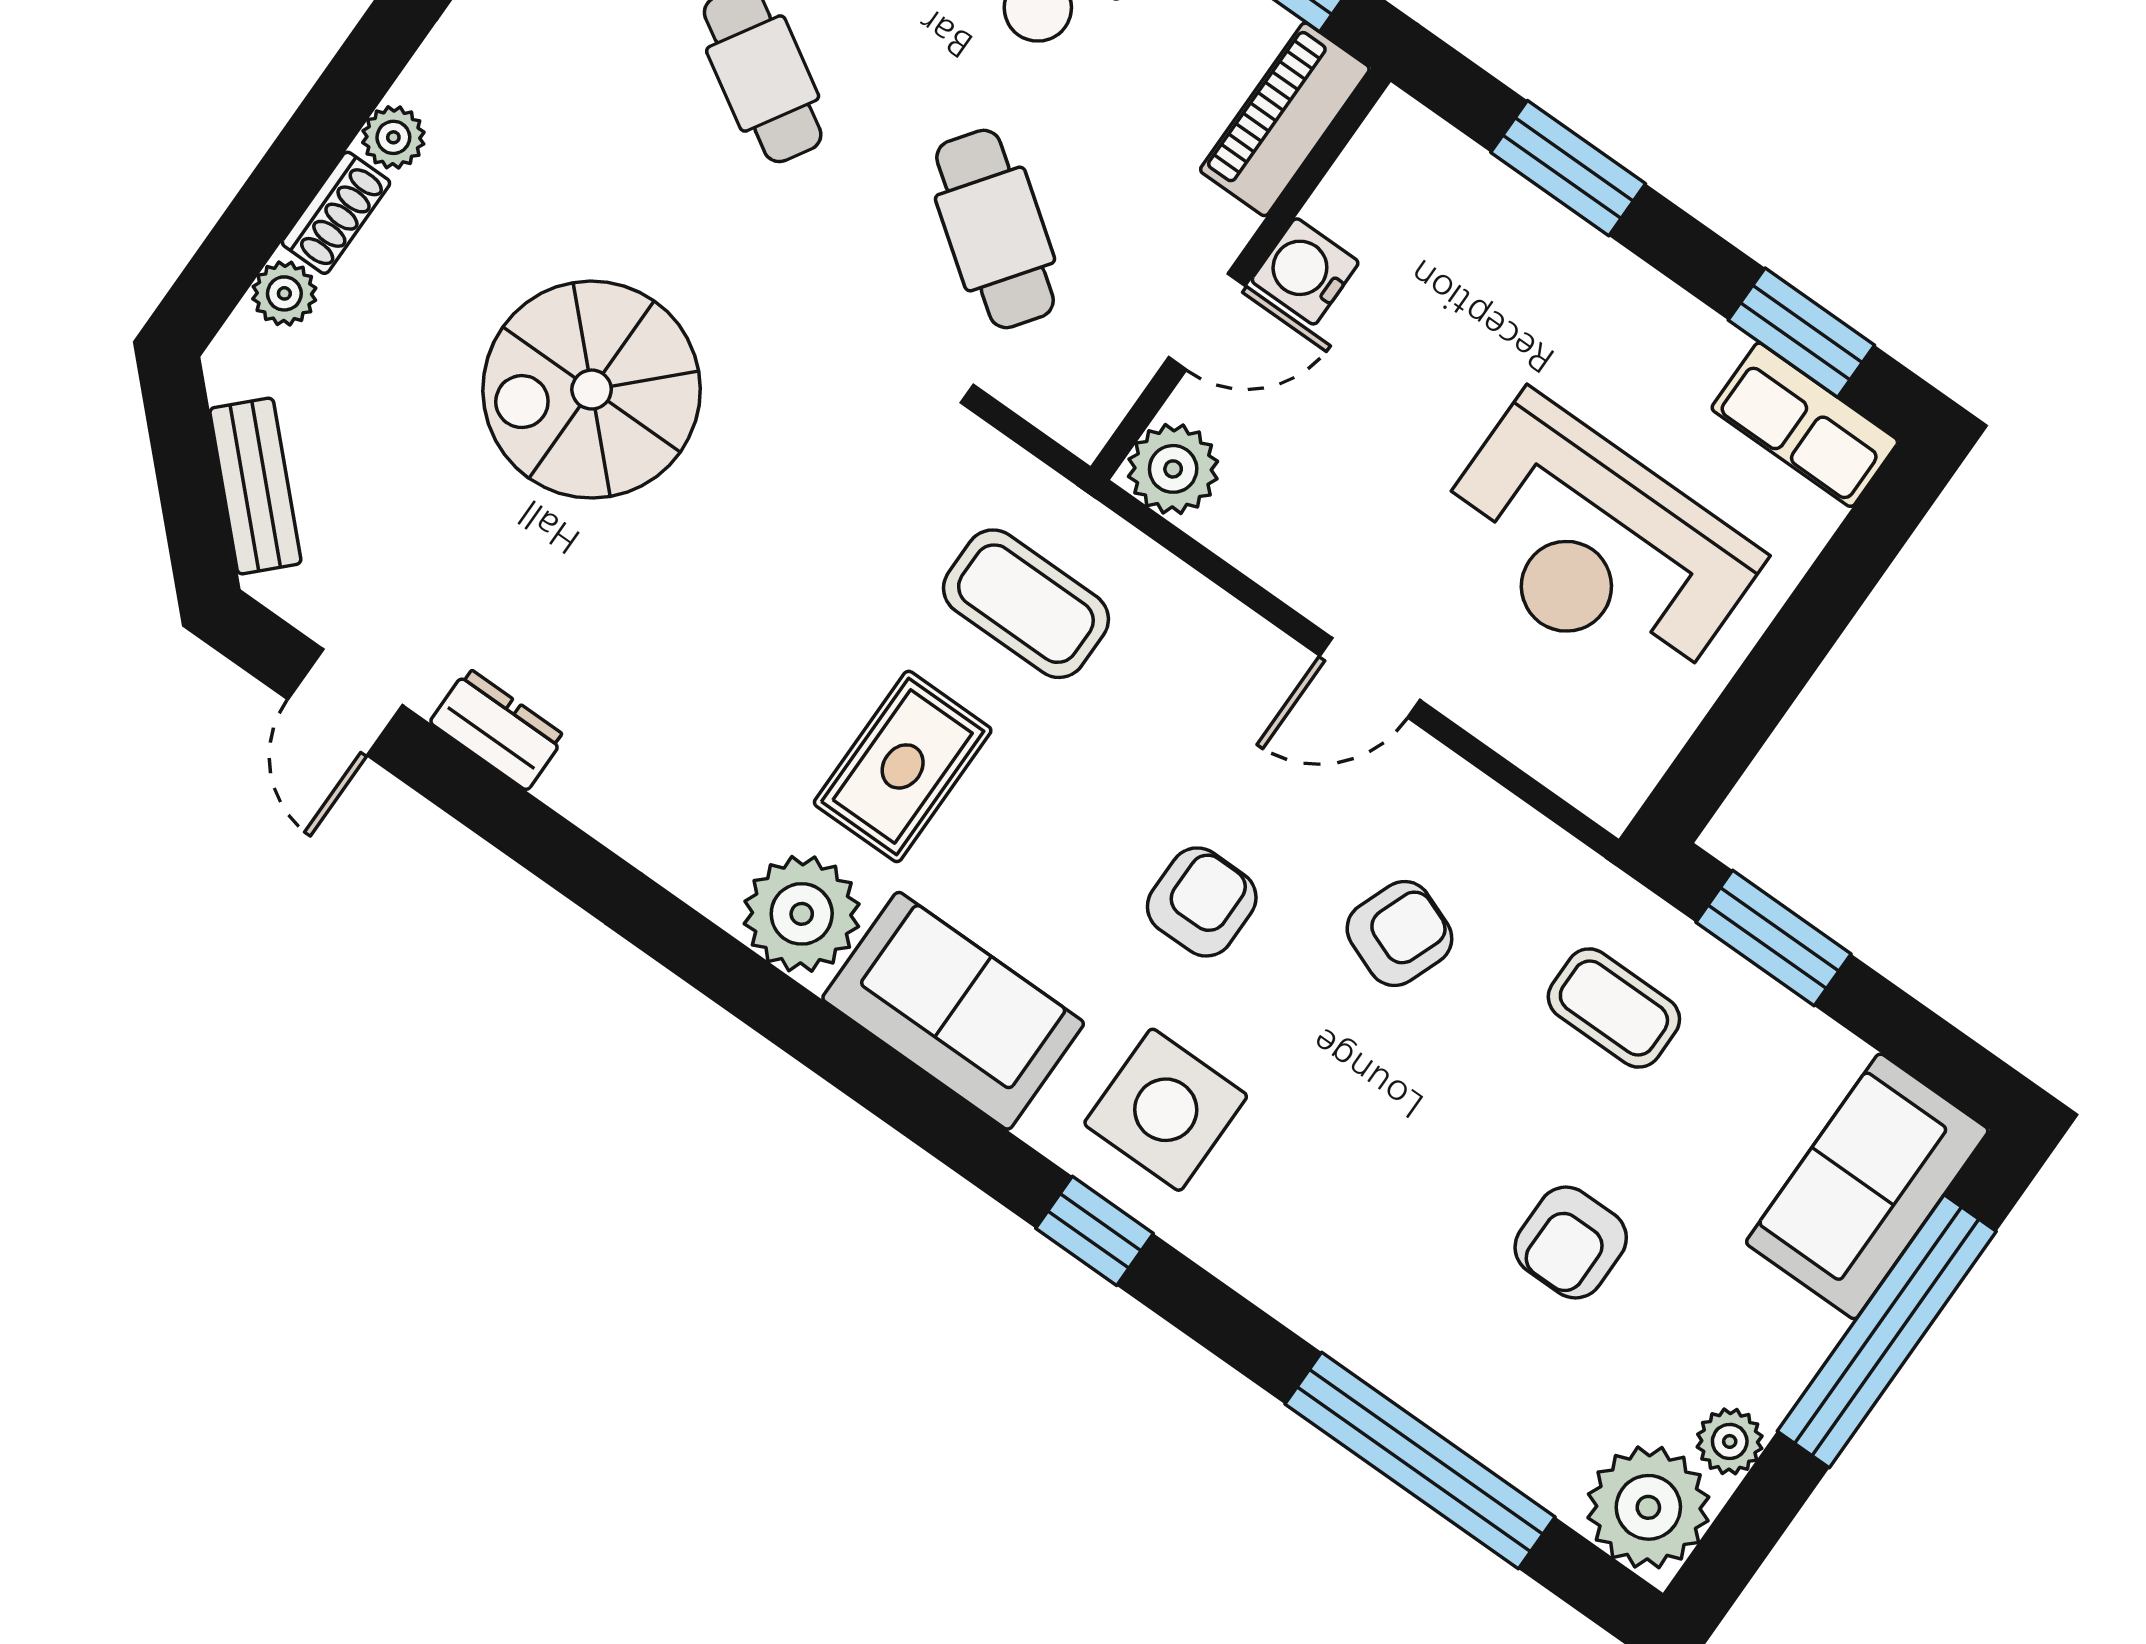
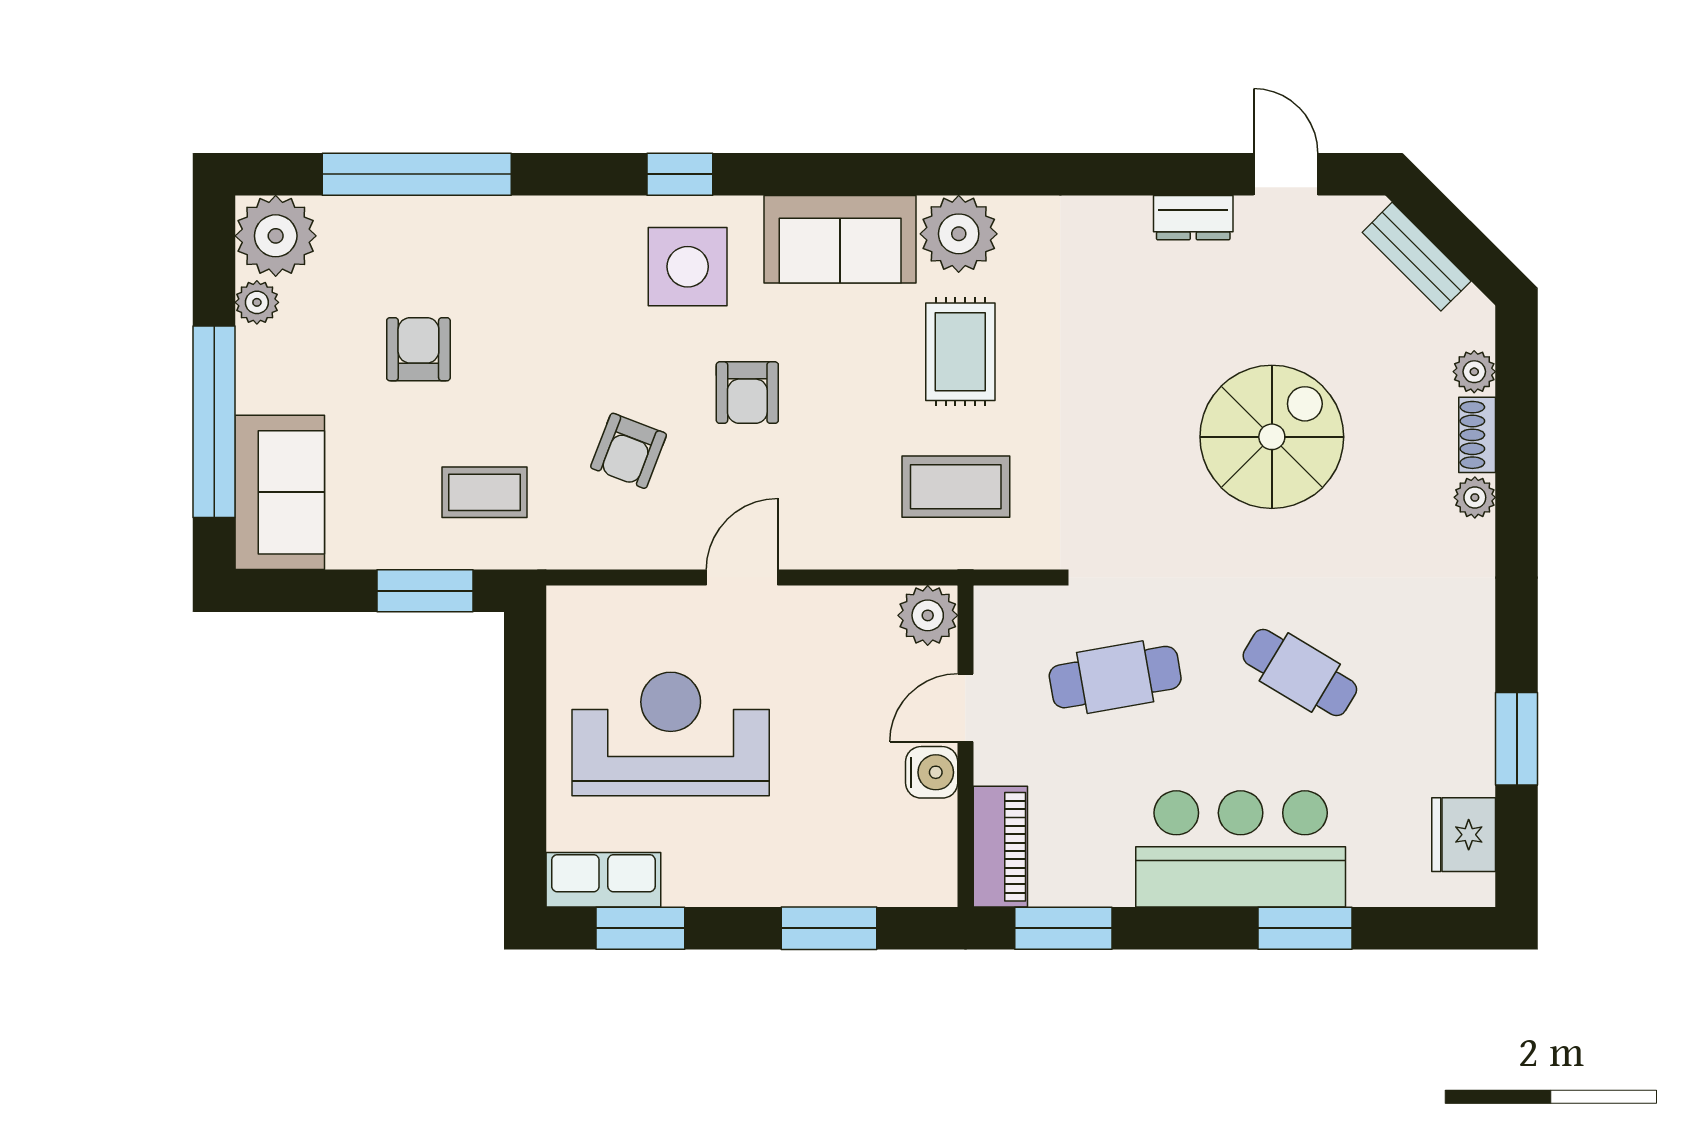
cafe table: (995, 229) -> (1115, 677), turned -46

